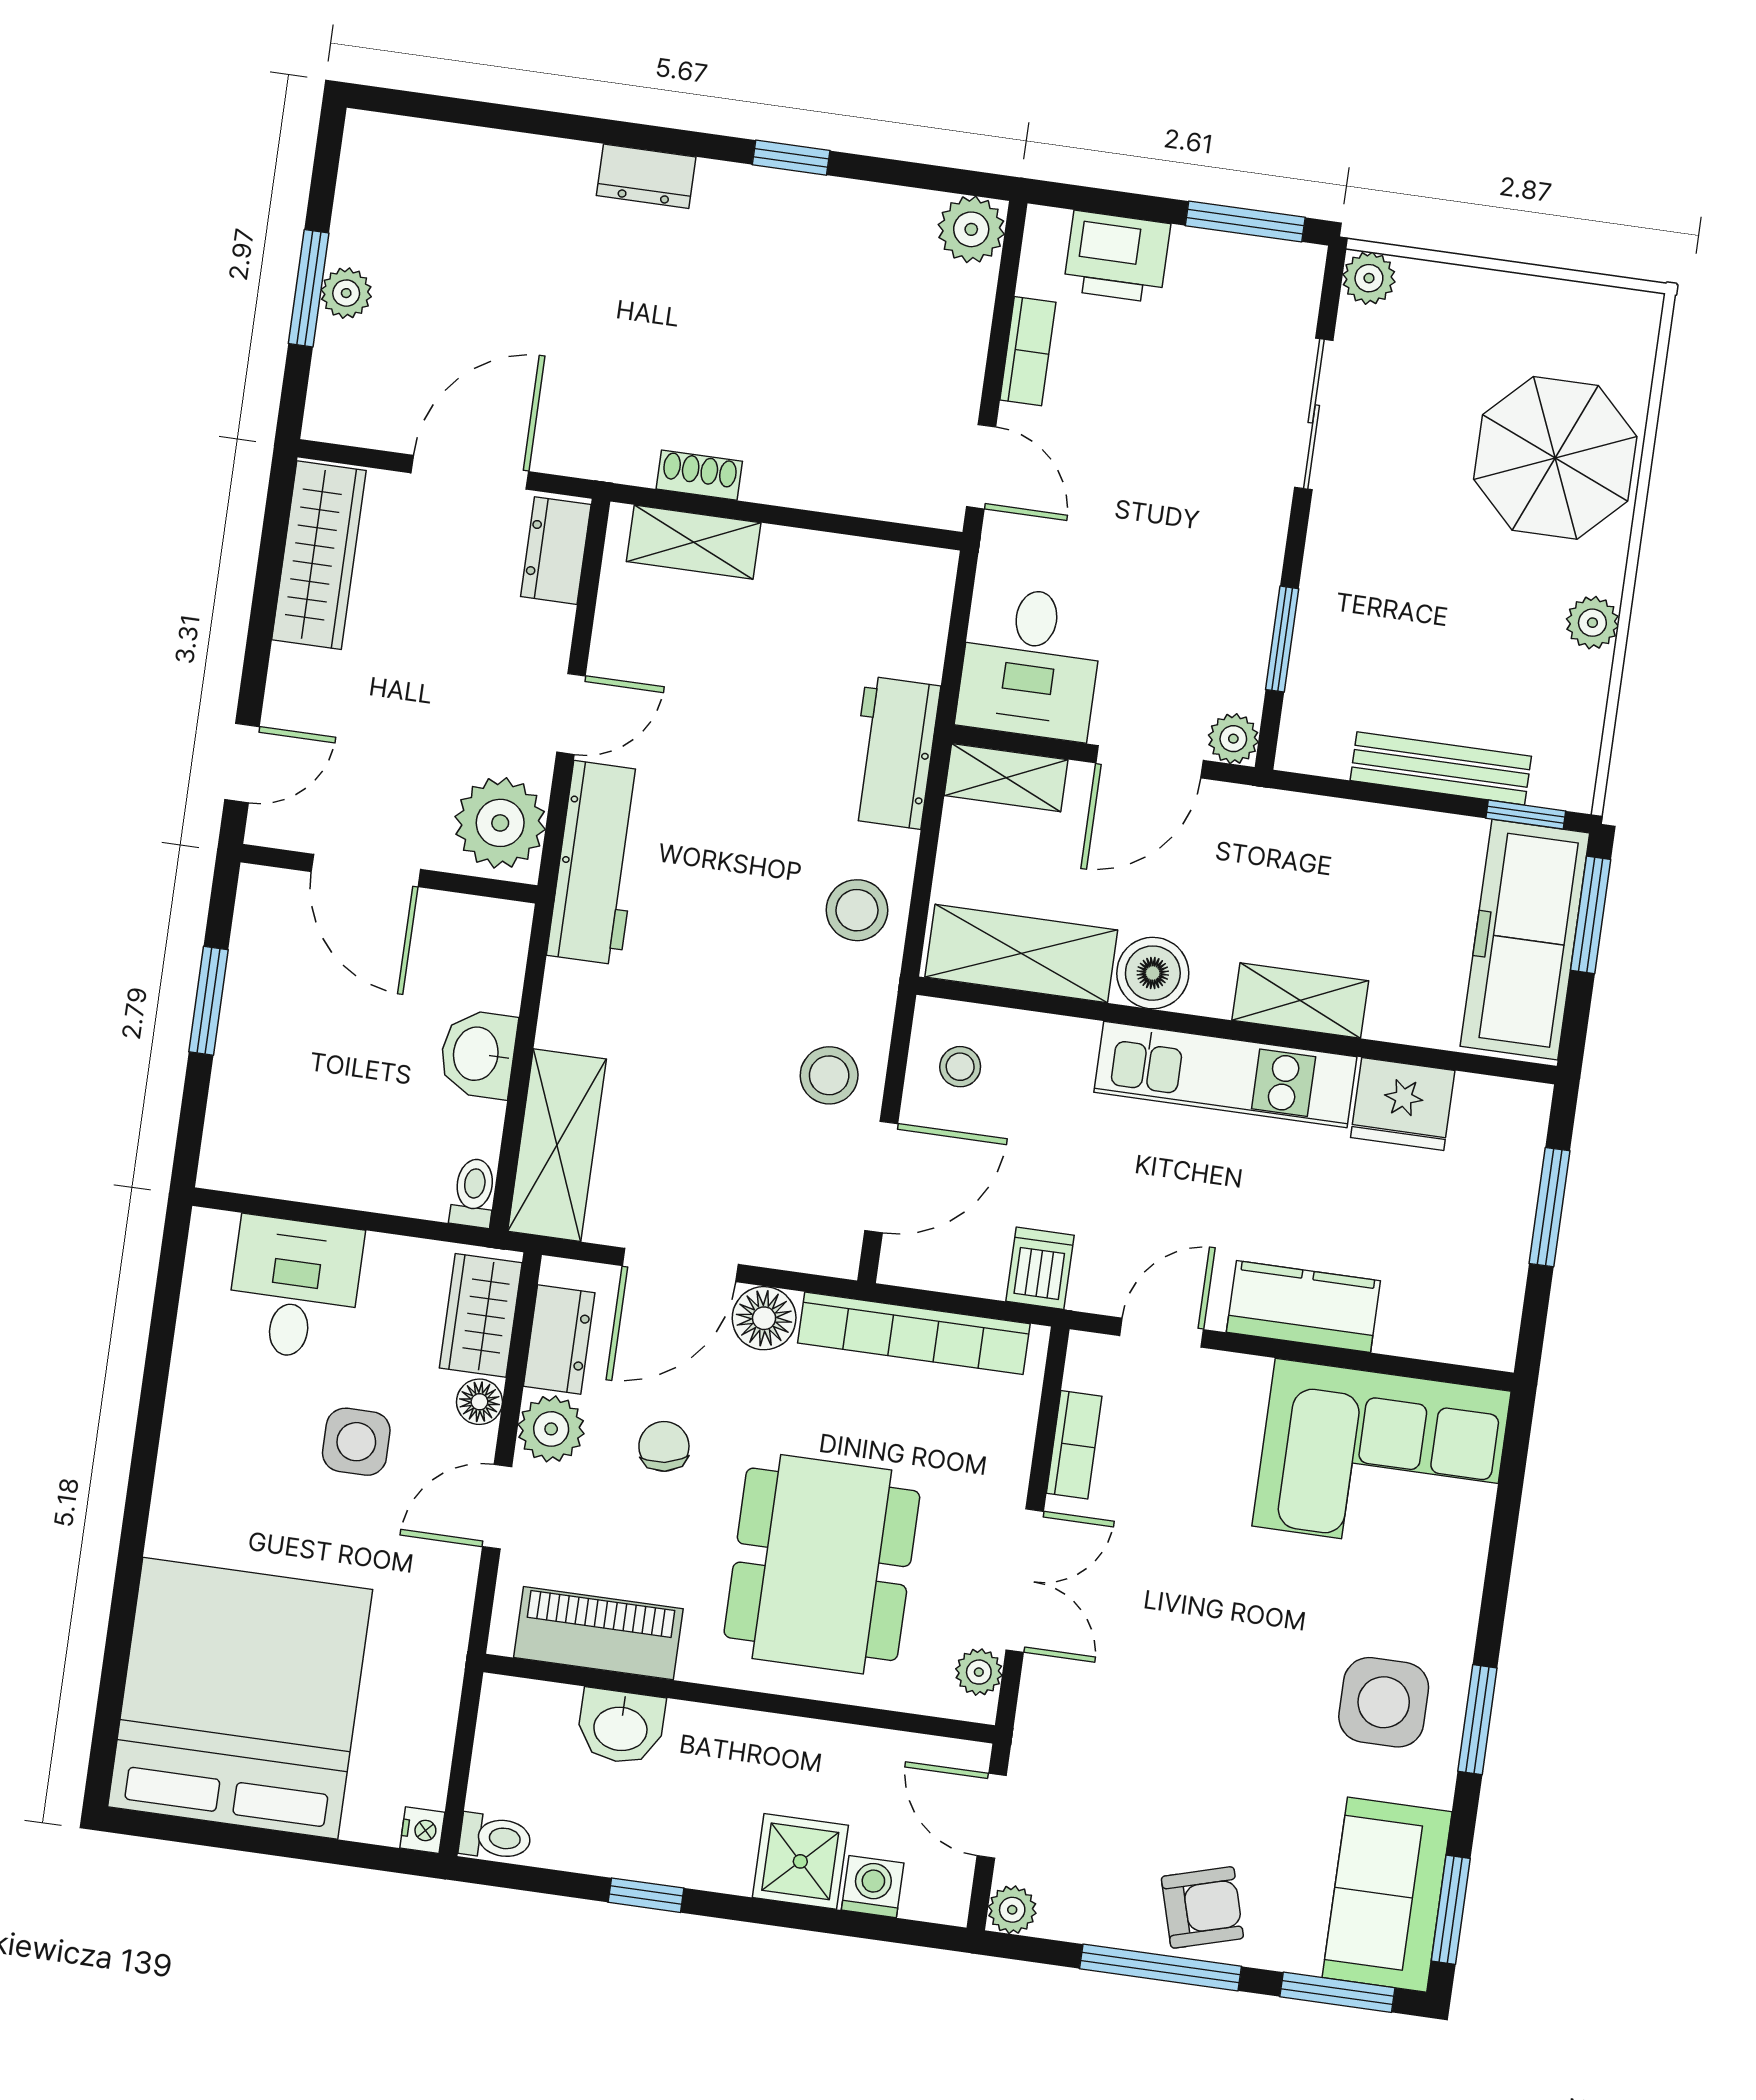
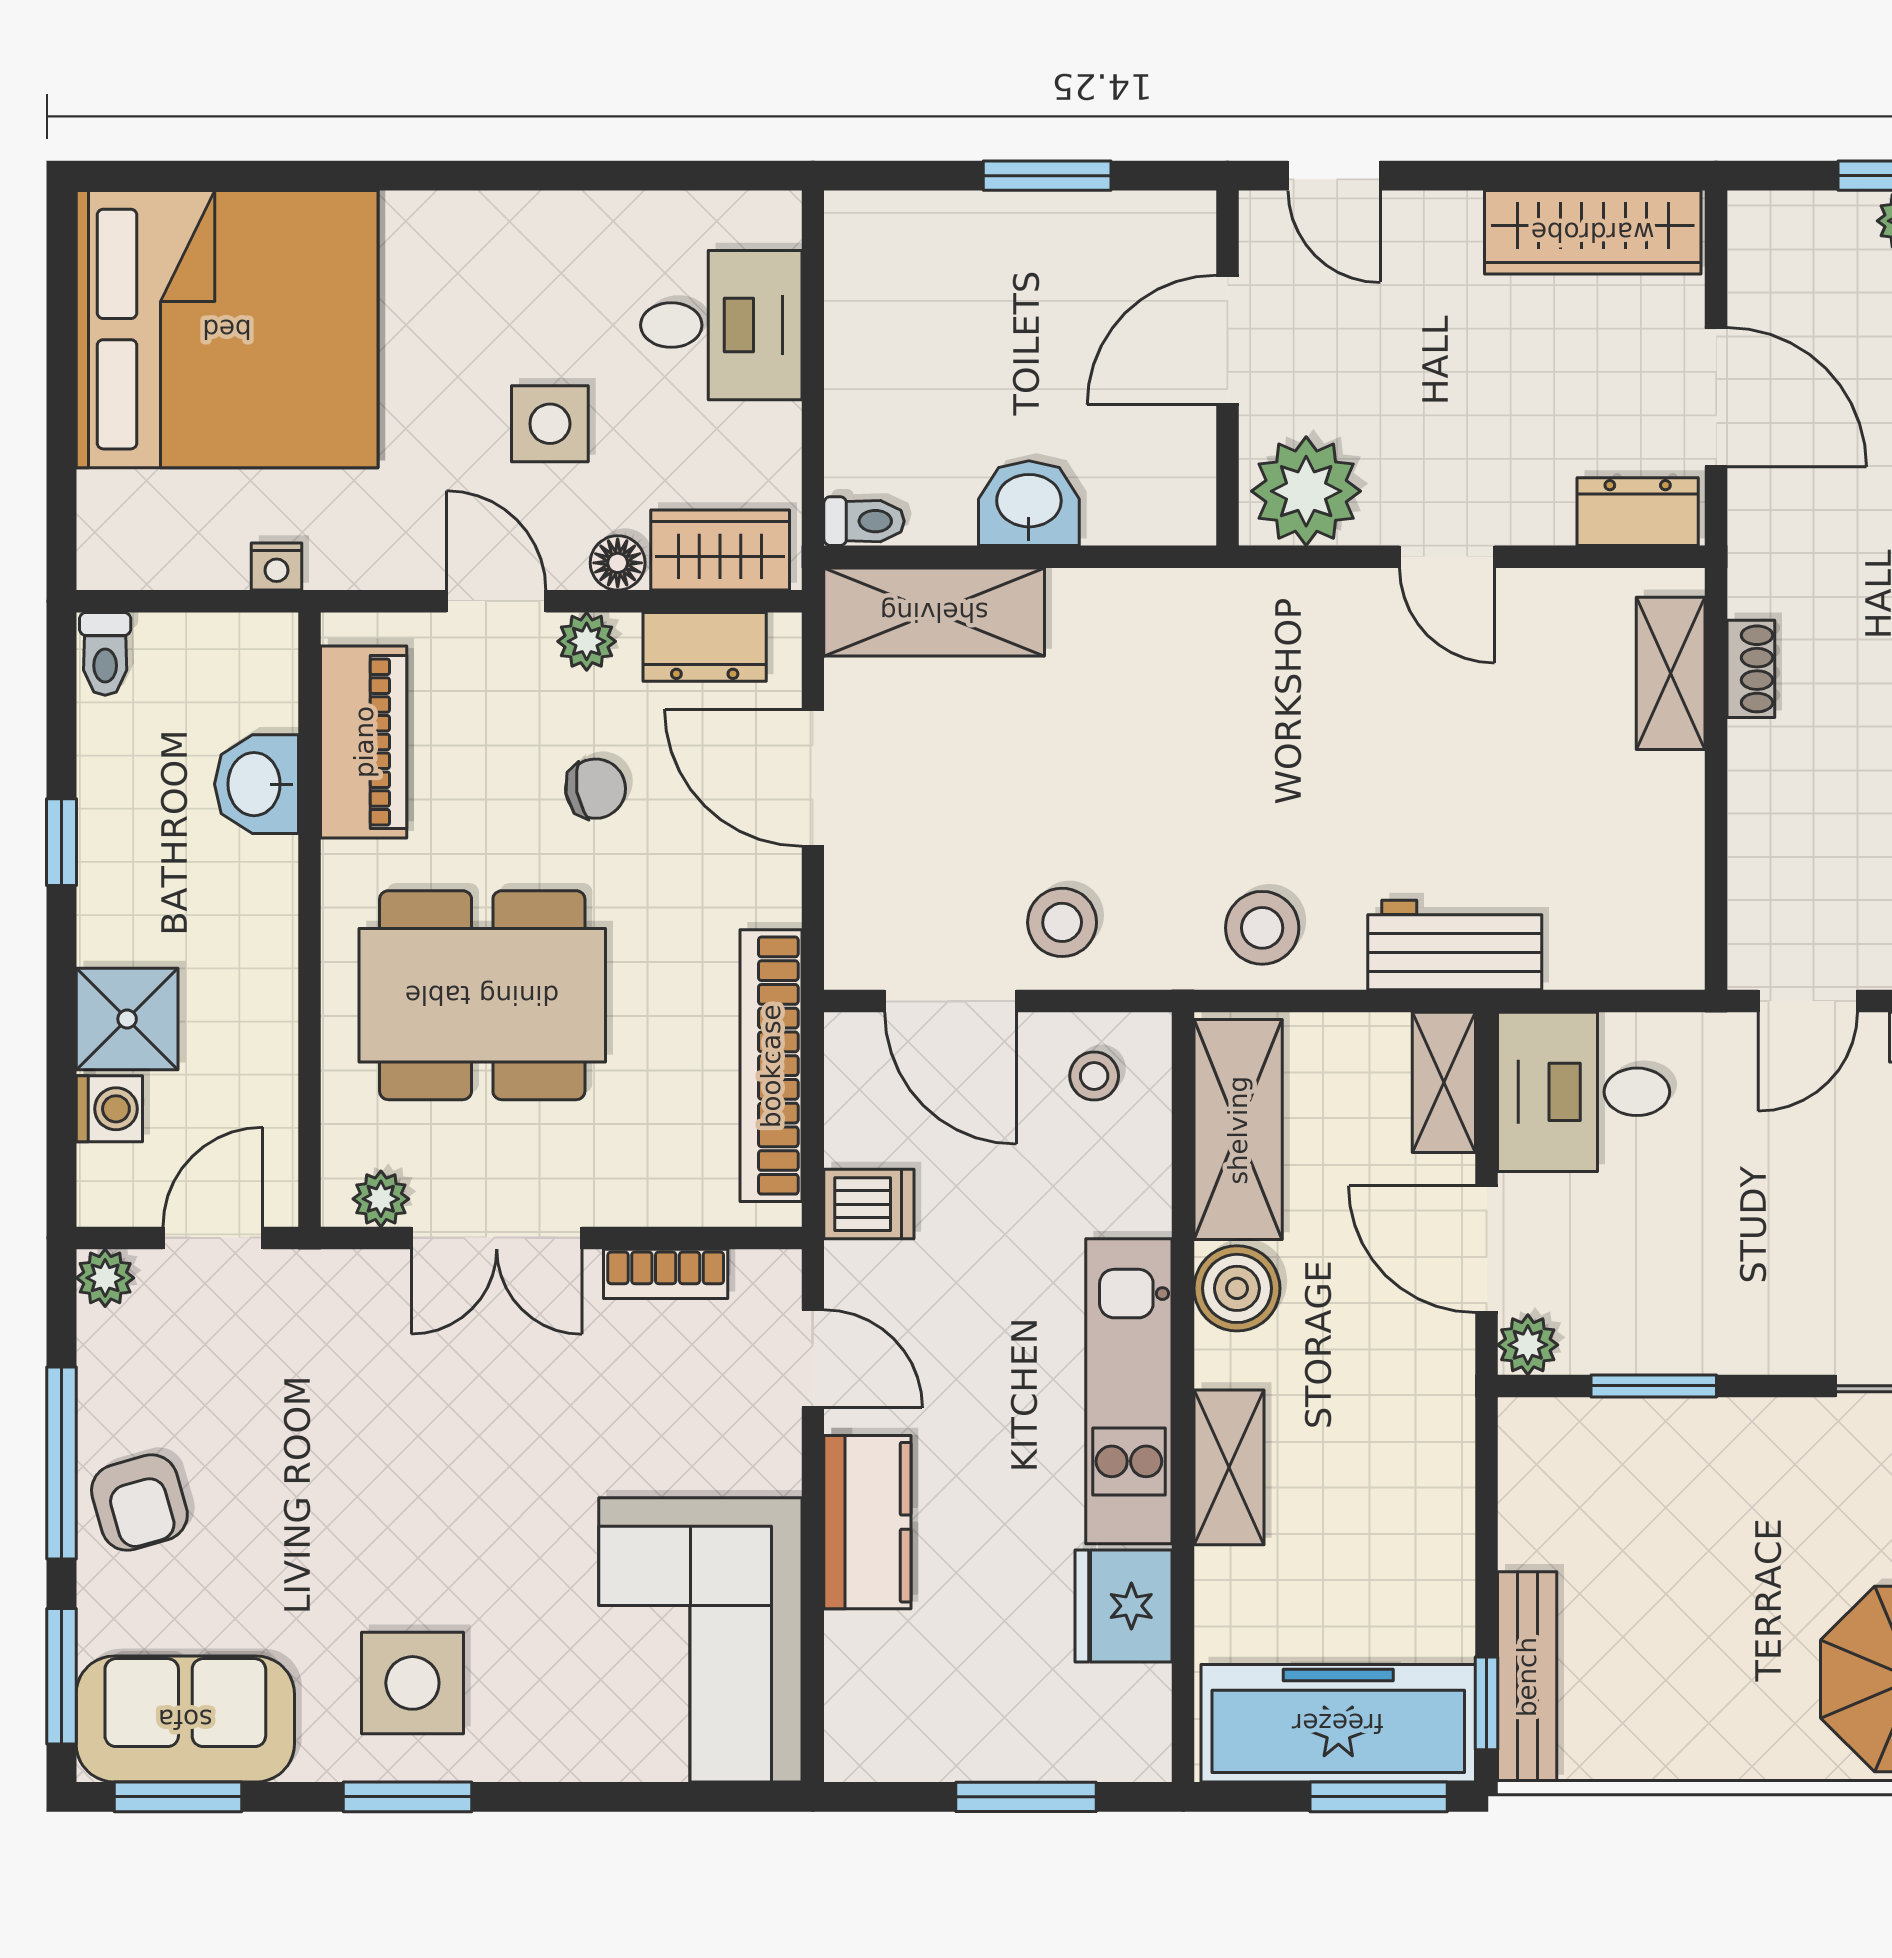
plant: (1592, 623) -> (1725, 1750), removed
bench: (1441, 768) -> (1527, 1677), moved
workbench: (597, 863) -> (1275, 612), removed
floor lamp: (764, 1318) -> (764, 886), removed
plant: (551, 1429) -> (587, 641), width x0.73, depth x0.73
nightstand: (422, 1830) -> (276, 566), moved

